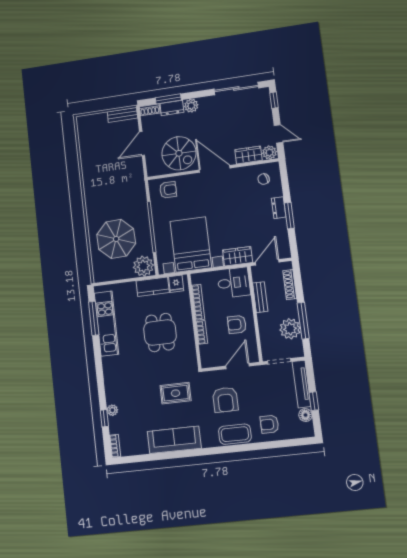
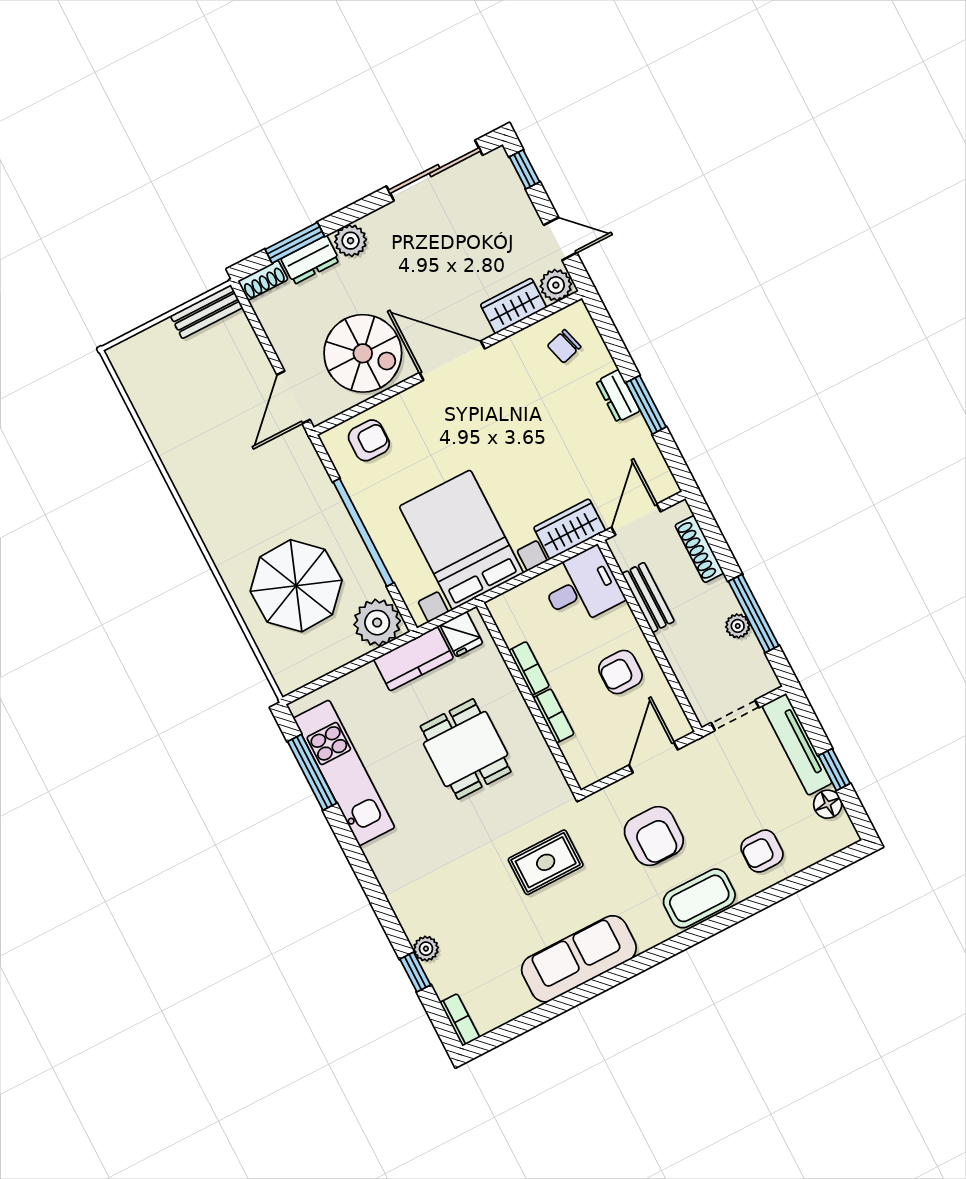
door: (142, 143) -> (293, 397), moved
bookcase: (198, 302) -> (529, 668), width x0.64
plant: (290, 329) -> (738, 626), width x0.53, depth x0.53

